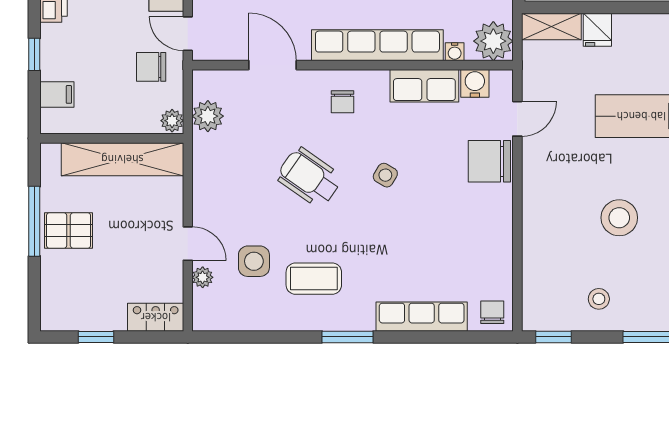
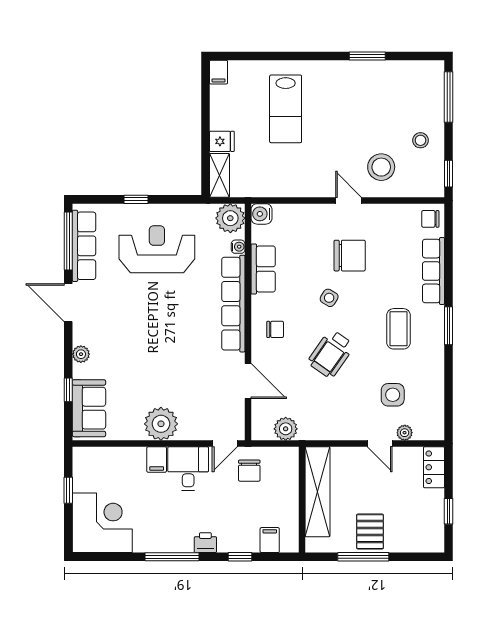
door: (273, 65) -> (248, 381), swing flipped
water cooler: (475, 83) -> (261, 214), moved
door: (517, 119) -> (349, 200), moved
plant: (172, 121) -> (289, 455), removed
chair: (489, 161) -> (350, 256), moved, turned -90
stool: (619, 218) -> (381, 167), moved
door: (188, 244) -> (380, 444), swing flipped
coffee table: (314, 279) -> (398, 329), moved

